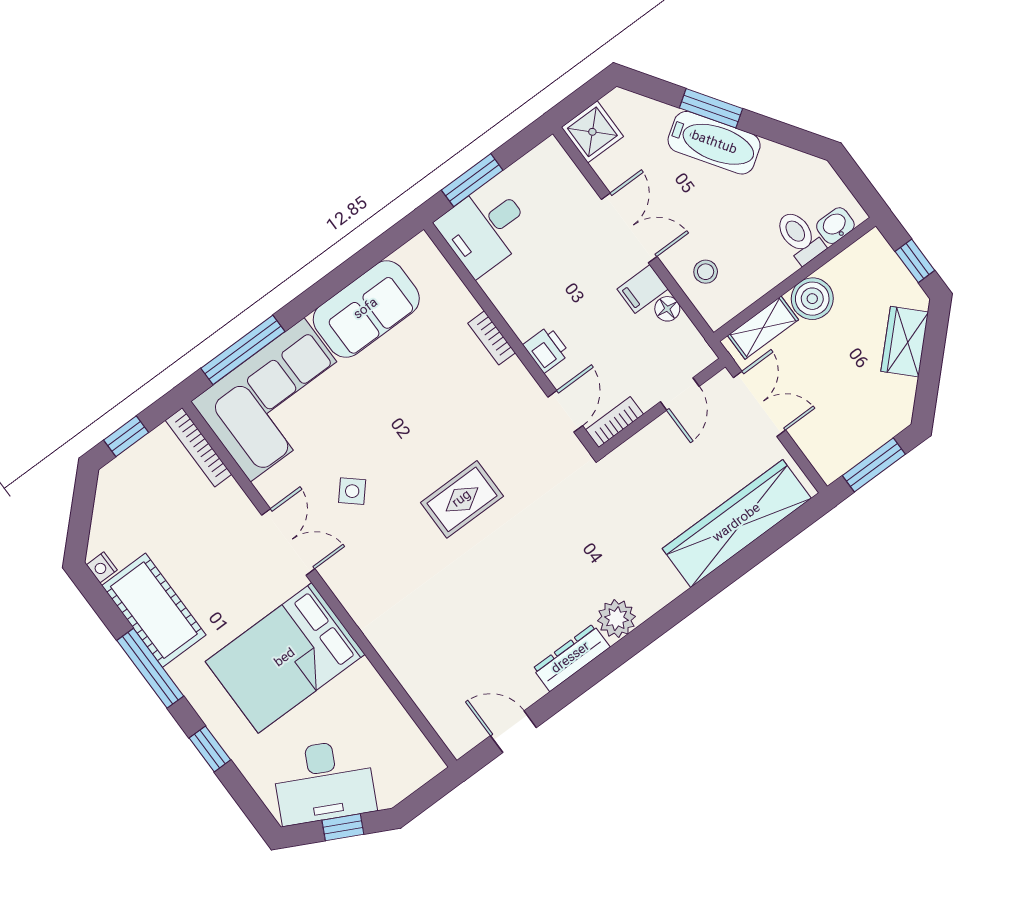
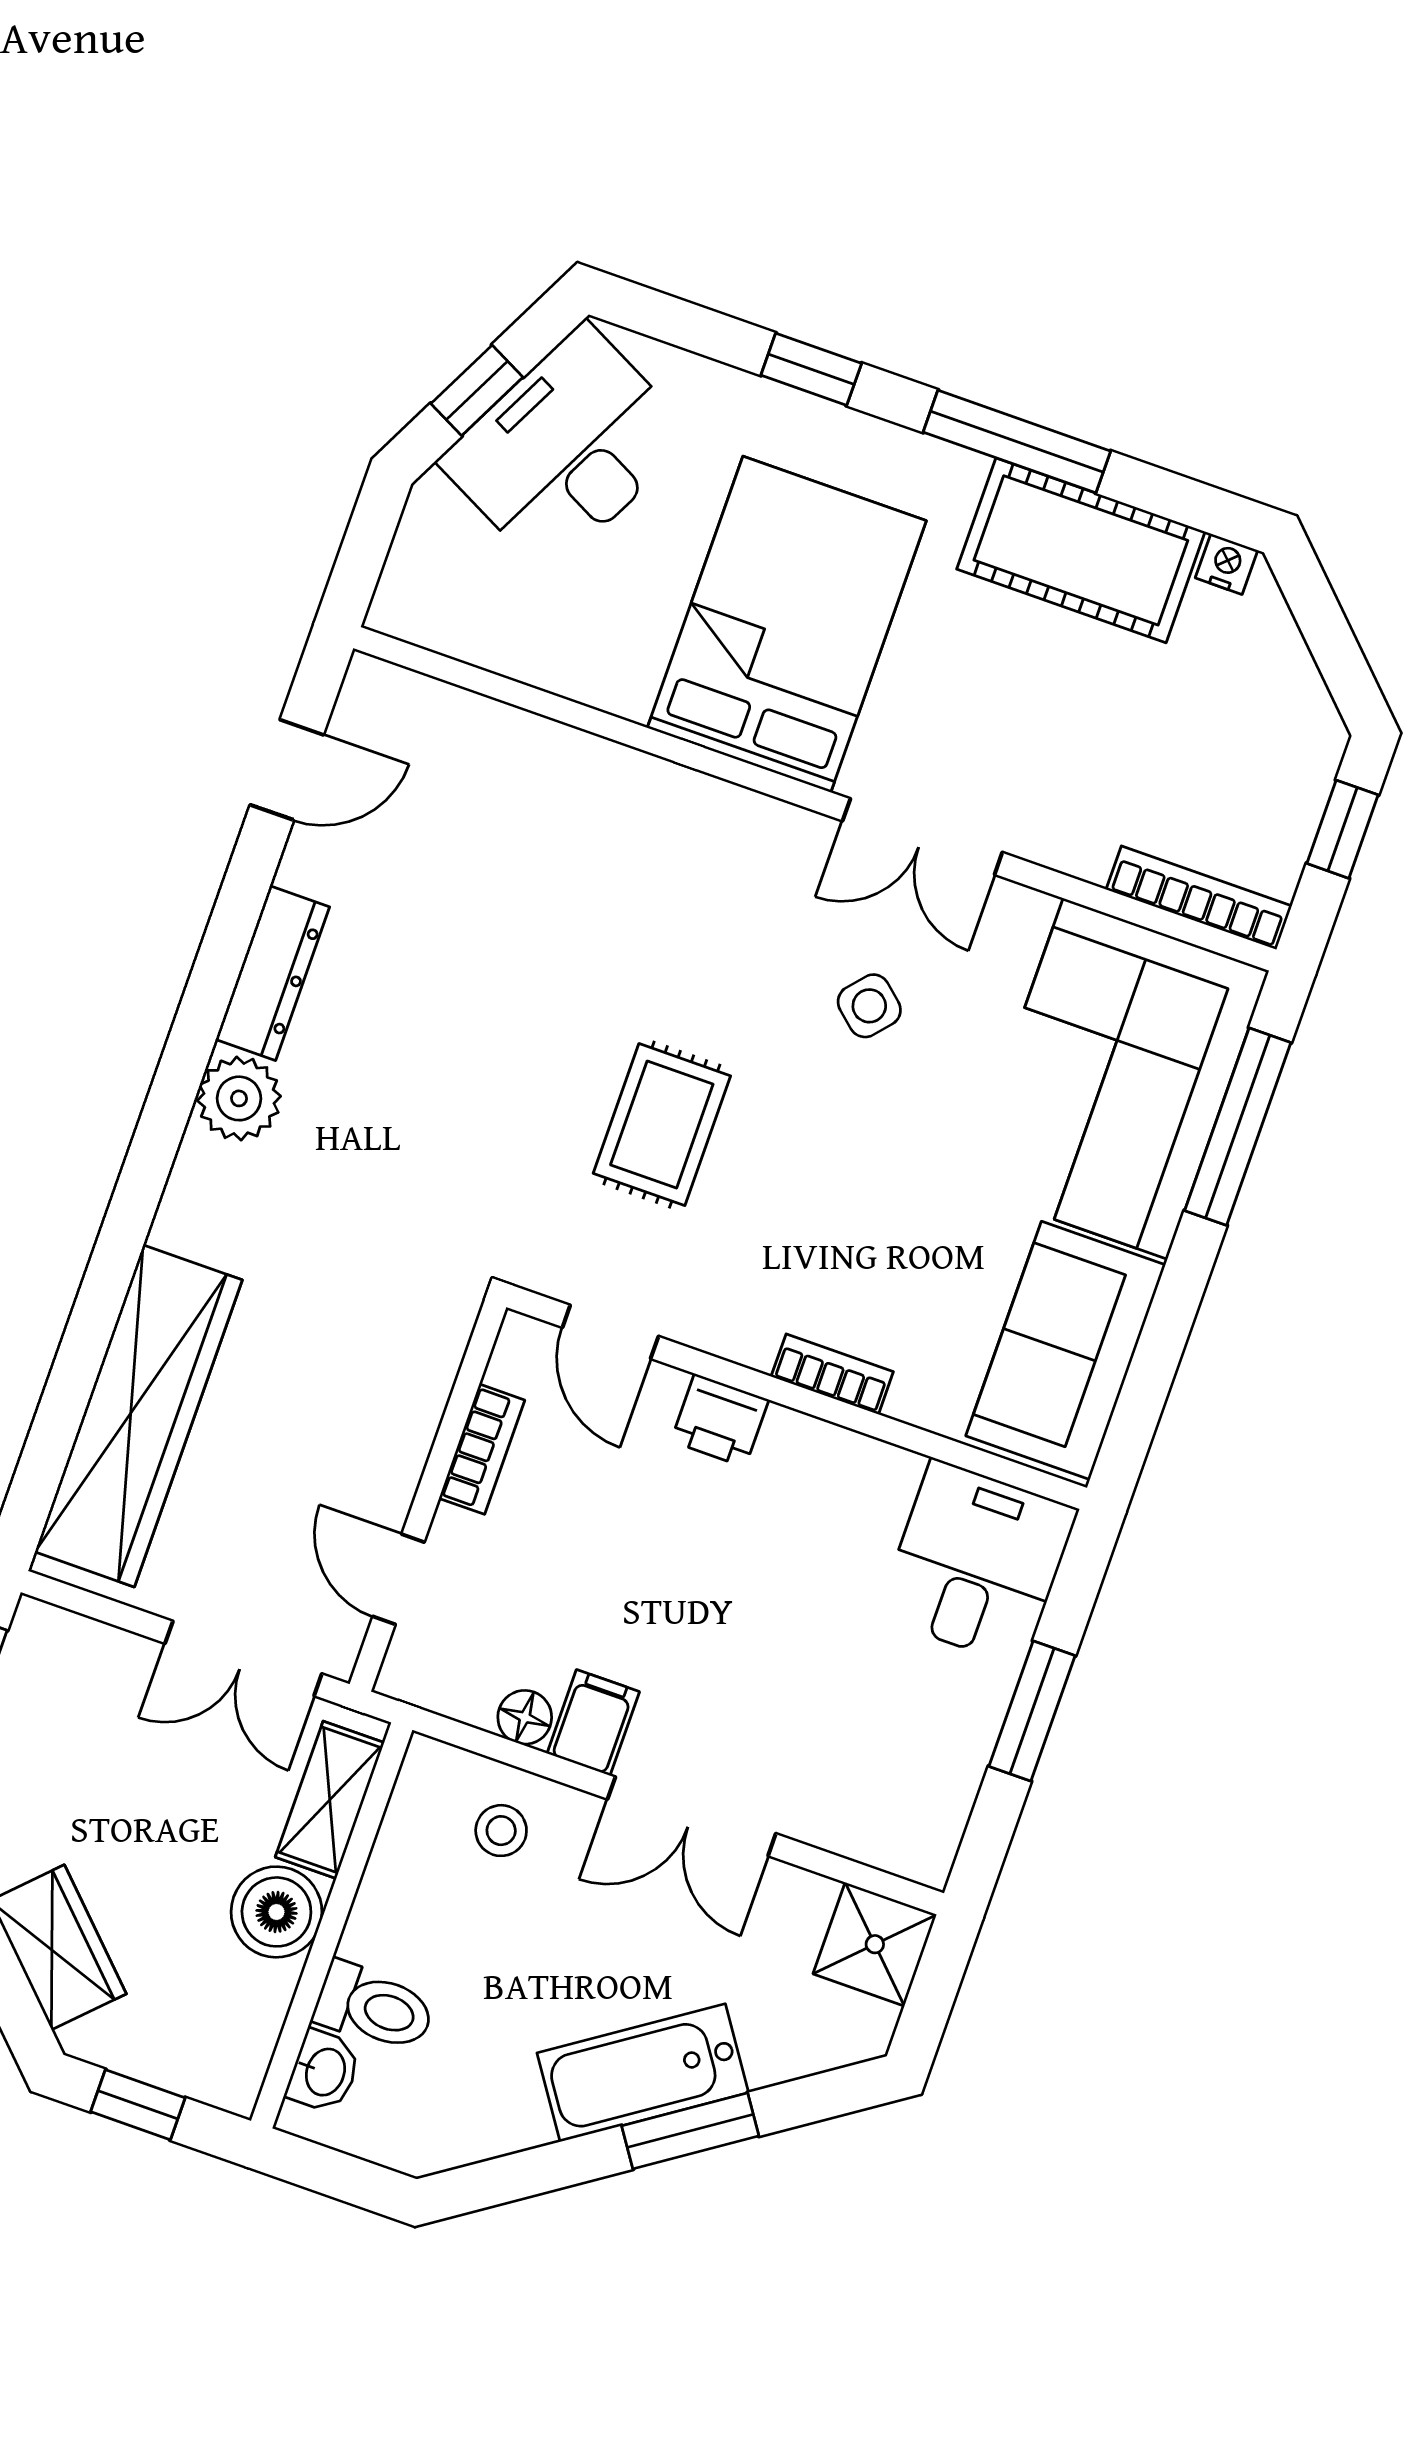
desk: (485, 228) -> (977, 1563), moved
bookcase: (492, 338) -> (832, 1374), moved
wall: (511, 338) -> (797, 1398), moved
printer: (546, 349) -> (720, 1420), moved
door: (565, 411) -> (610, 1332), moved

